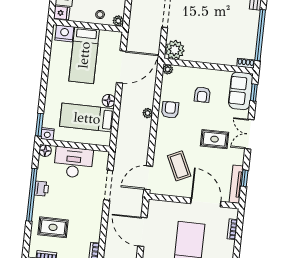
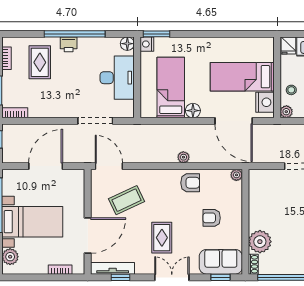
nightstand: (64, 33) -> (265, 102), moved
plant: (175, 50) -> (260, 242), moved
printer: (42, 189) -> (69, 44), moved

